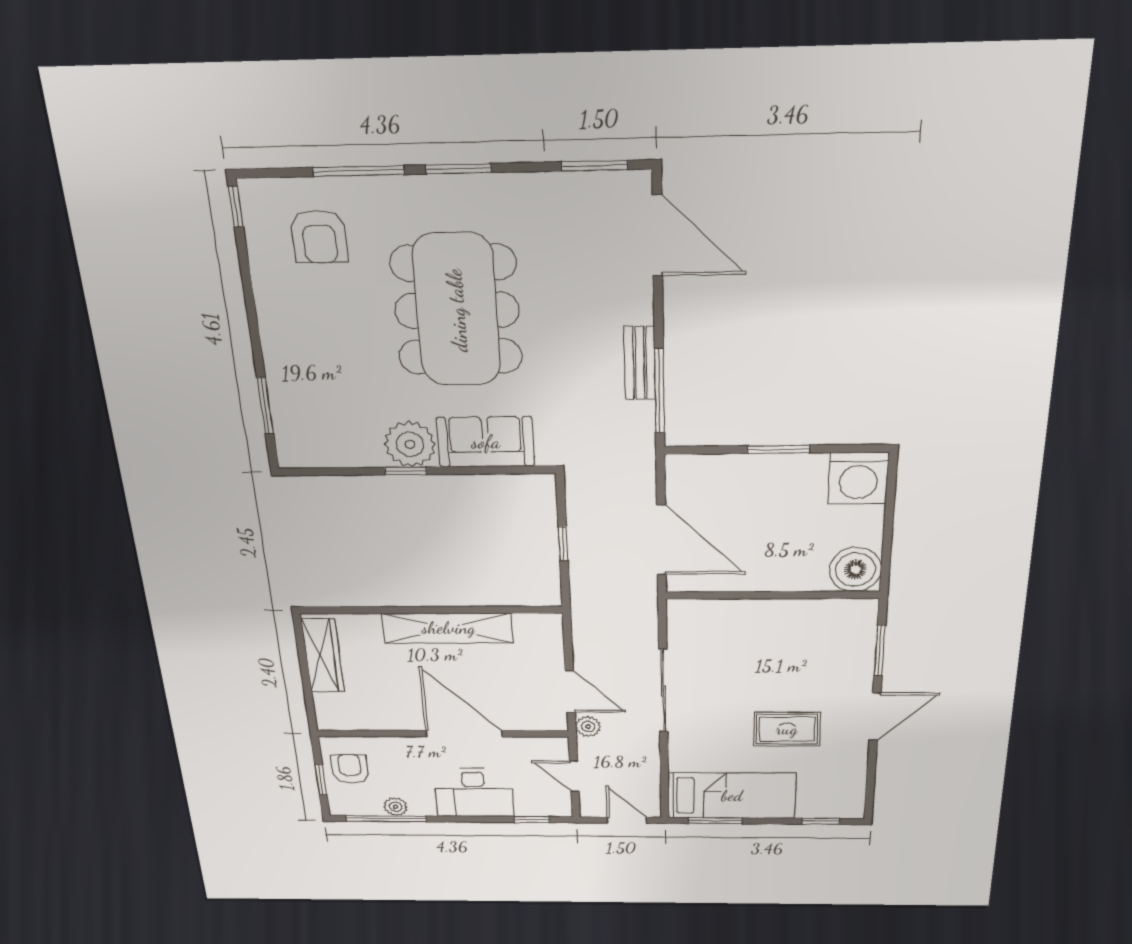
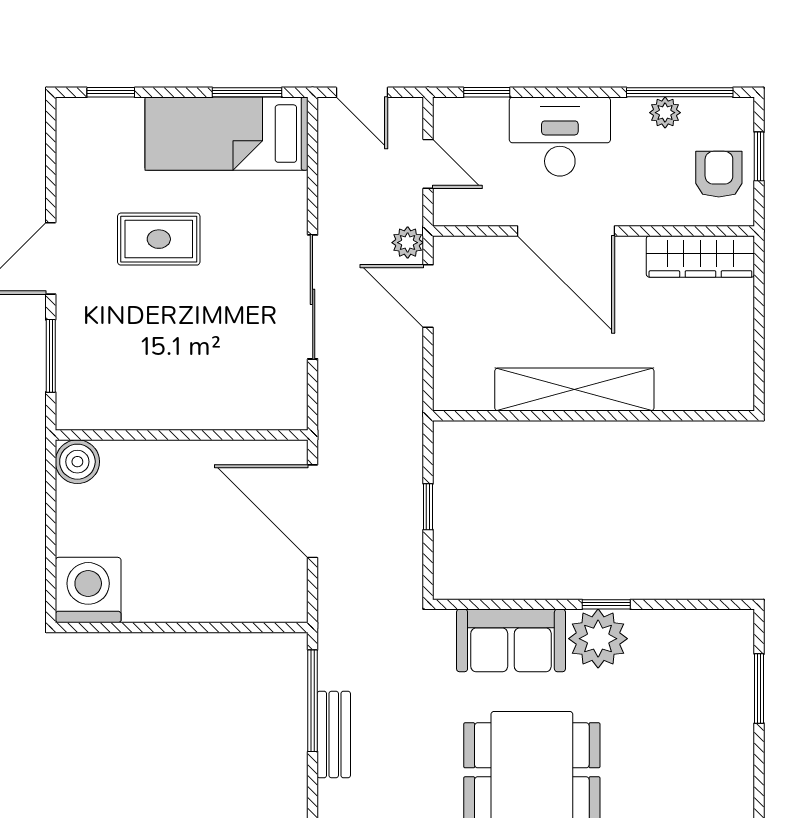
window: (779, 449) -> (179, 627), removed
boiler: (855, 570) -> (77, 462), width x0.73, depth x0.73
wardrobe: (323, 656) -> (700, 256), moved, turned -90
armchair: (350, 769) -> (719, 174), turned 180

